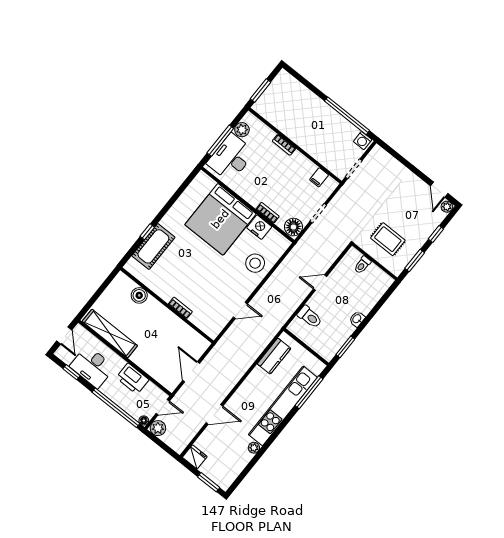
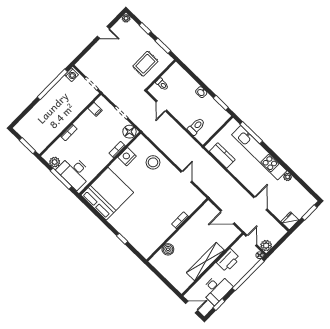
door: (439, 190) -> (103, 32), moved
bed: (220, 219) -> (107, 194), moved, turned -90
cot: (153, 246) -> (133, 235), removed
door: (320, 283) -> (161, 106), moved
shelving: (110, 333) -> (205, 261), moved

